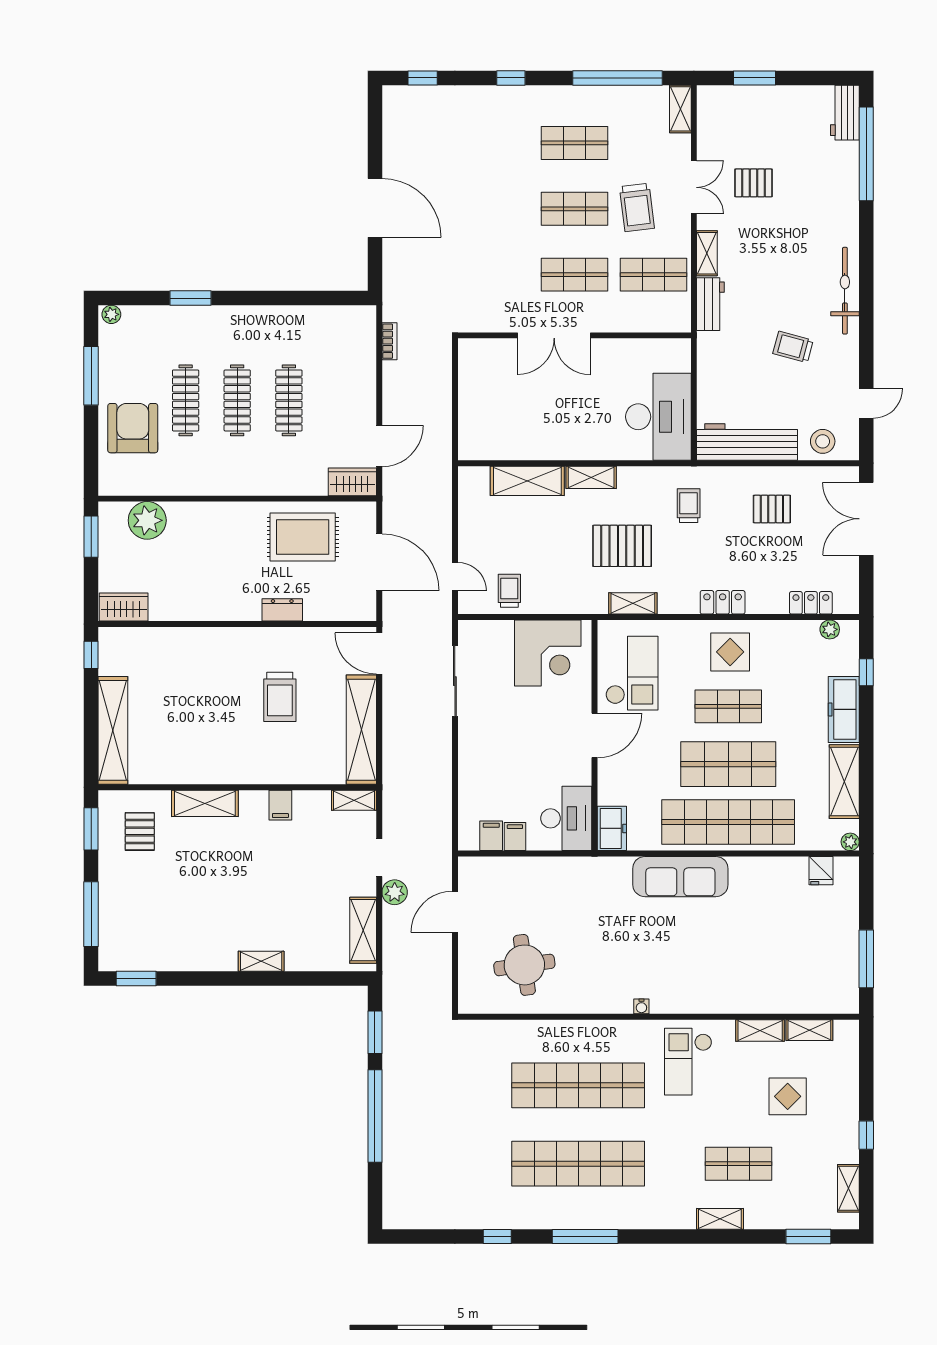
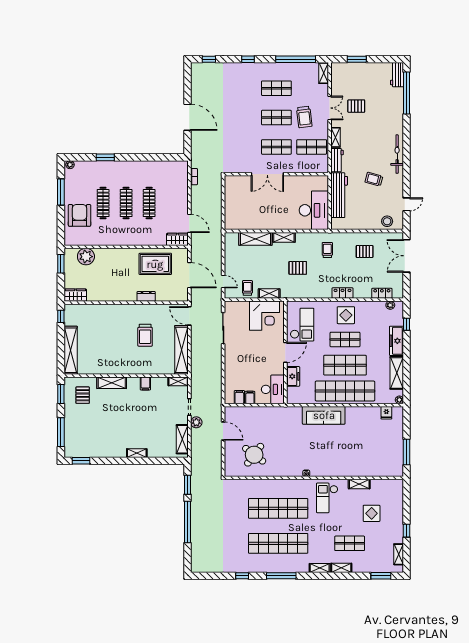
workbench: (747, 442) -> (339, 195), moved, turned 90
door: (379, 446) -> (189, 223), hinge flipped
pallet: (622, 546) -> (298, 268), width x0.67, depth x0.71
shelving: (633, 603) -> (269, 294), moved
freezer: (612, 828) -> (293, 376), moved
door: (455, 912) -> (223, 431), swing flipped
round table: (524, 965) -> (254, 455), turned 45
shelving: (809, 1030) -> (320, 568), moved

